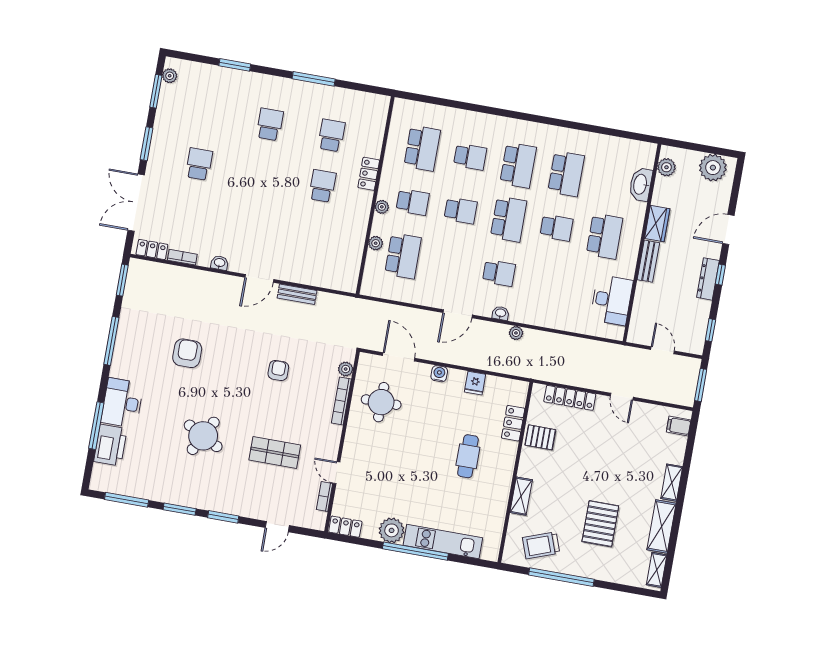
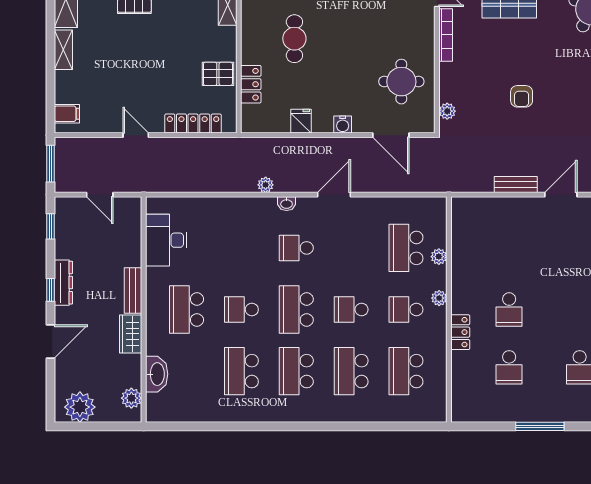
school desk: (470, 157) -> (351, 371), width x1.85
bookcase: (341, 401) -> (446, 35), moved

